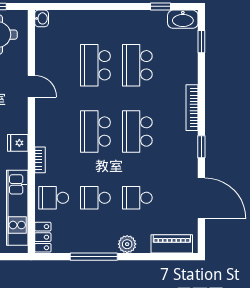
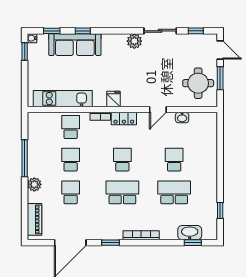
washbasin: (42, 18) -> (182, 118), moved
washbasin: (183, 19) -> (190, 233), moved, turned 90
school desk: (95, 65) -> (174, 160), width x0.54
school desk: (95, 132) -> (122, 160), width x0.54
locker: (43, 237) -> (124, 119), moved

